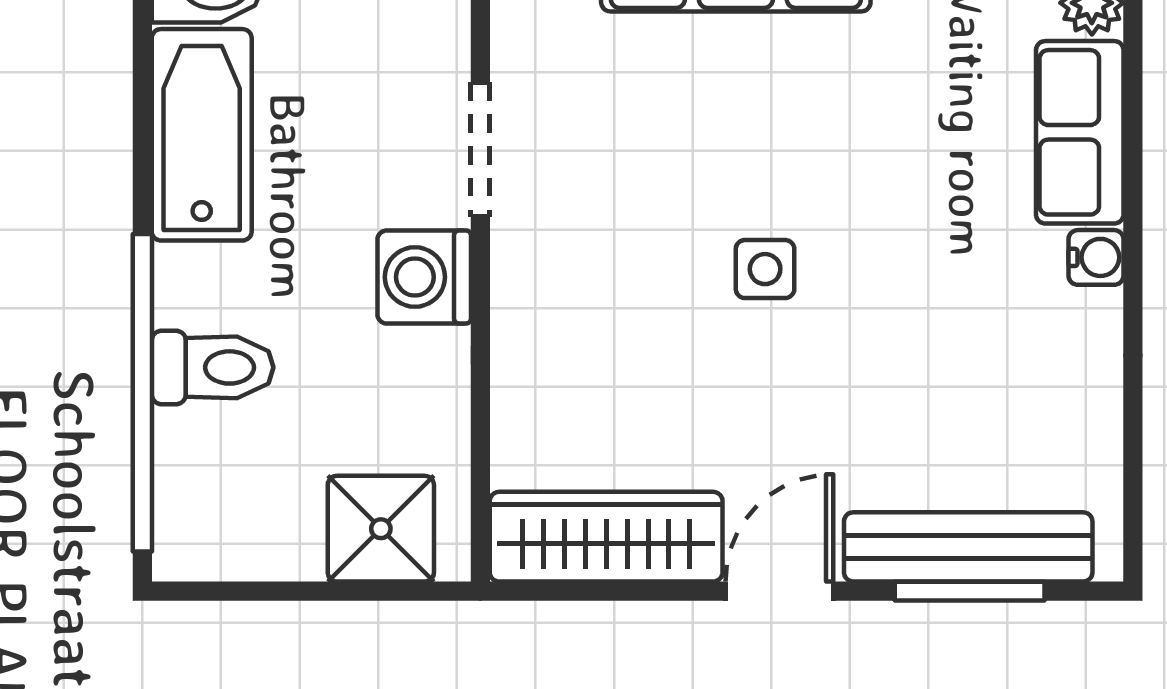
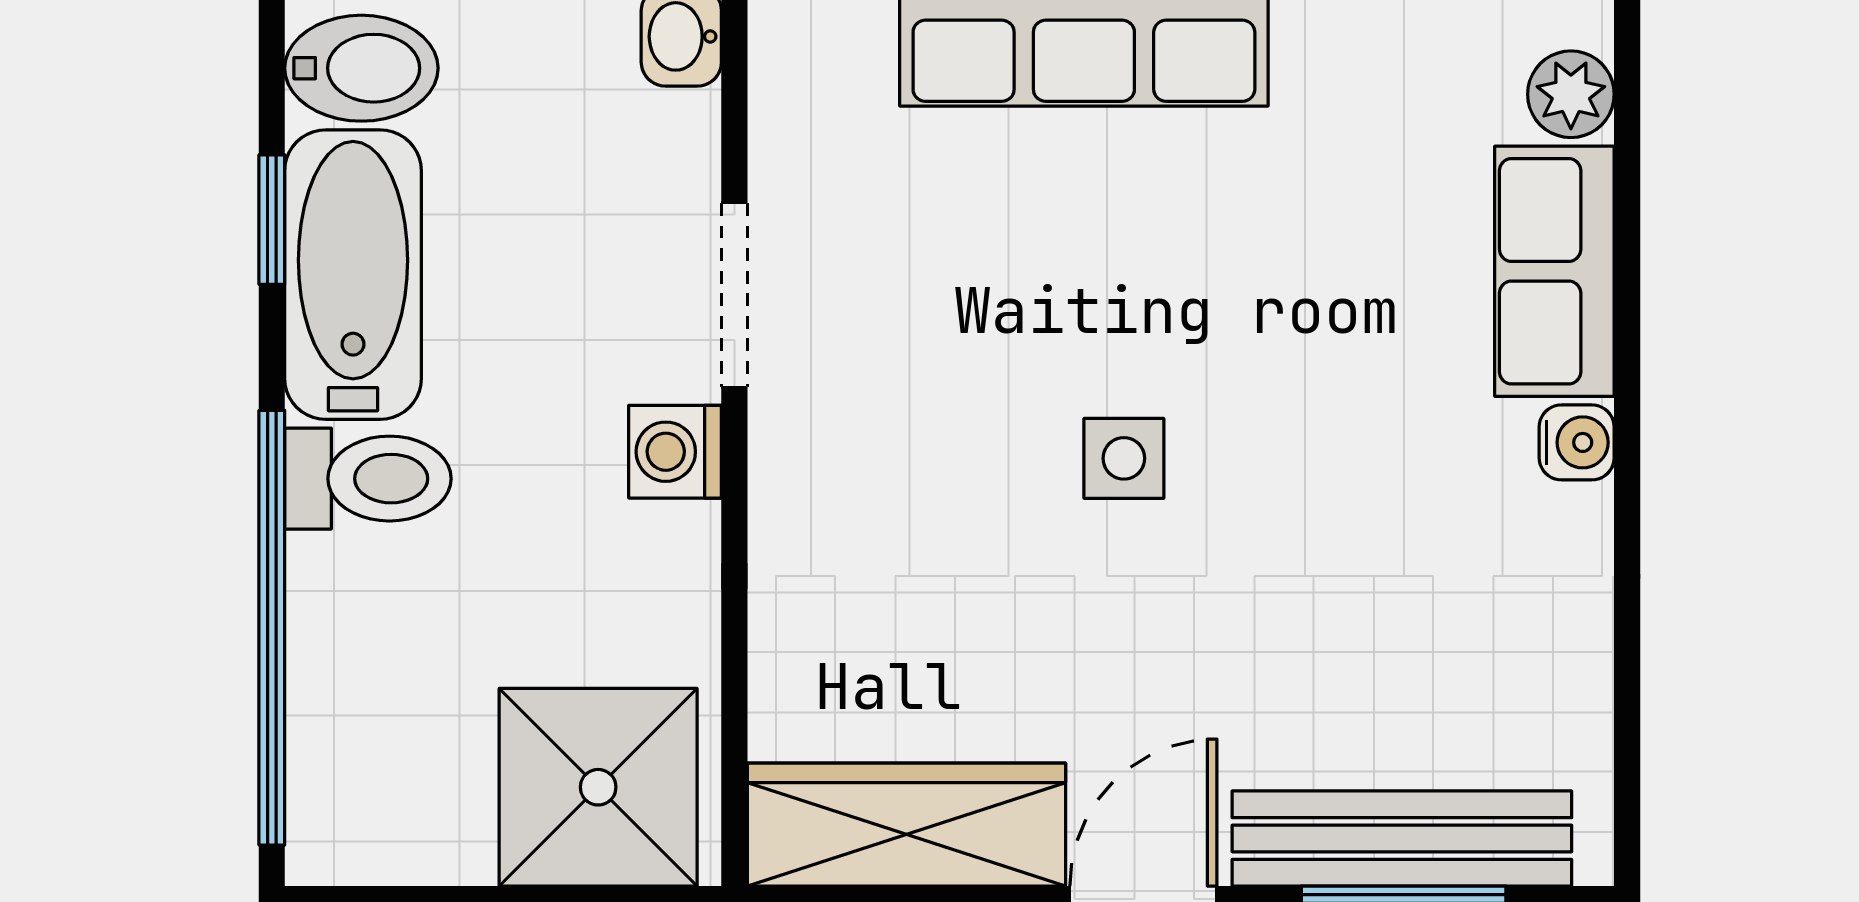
window: (142, 95) -> (272, 220), added
washing machine: (424, 277) -> (675, 452), width x0.73, depth x0.73
toilet: (213, 367) -> (368, 479), moved
shower: (381, 529) -> (598, 787), width x1.36, depth x1.36

